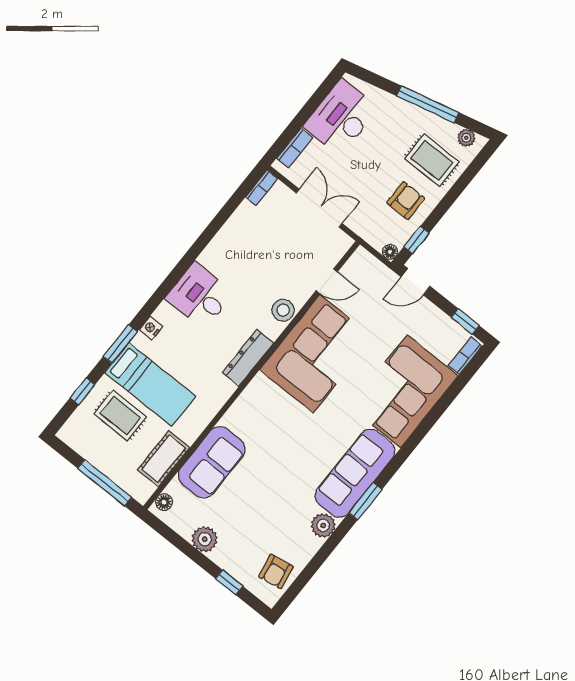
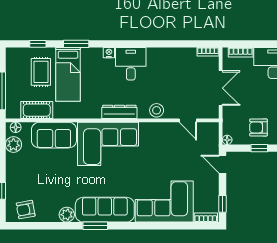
armchair: (406, 201) -> (258, 127), turned 180
window: (416, 240) -> (259, 148), moved
nightstand: (151, 328) -> (109, 53), moved
corner sofa: (317, 354) -> (108, 144), moved
plant: (205, 539) -> (13, 145), moved

